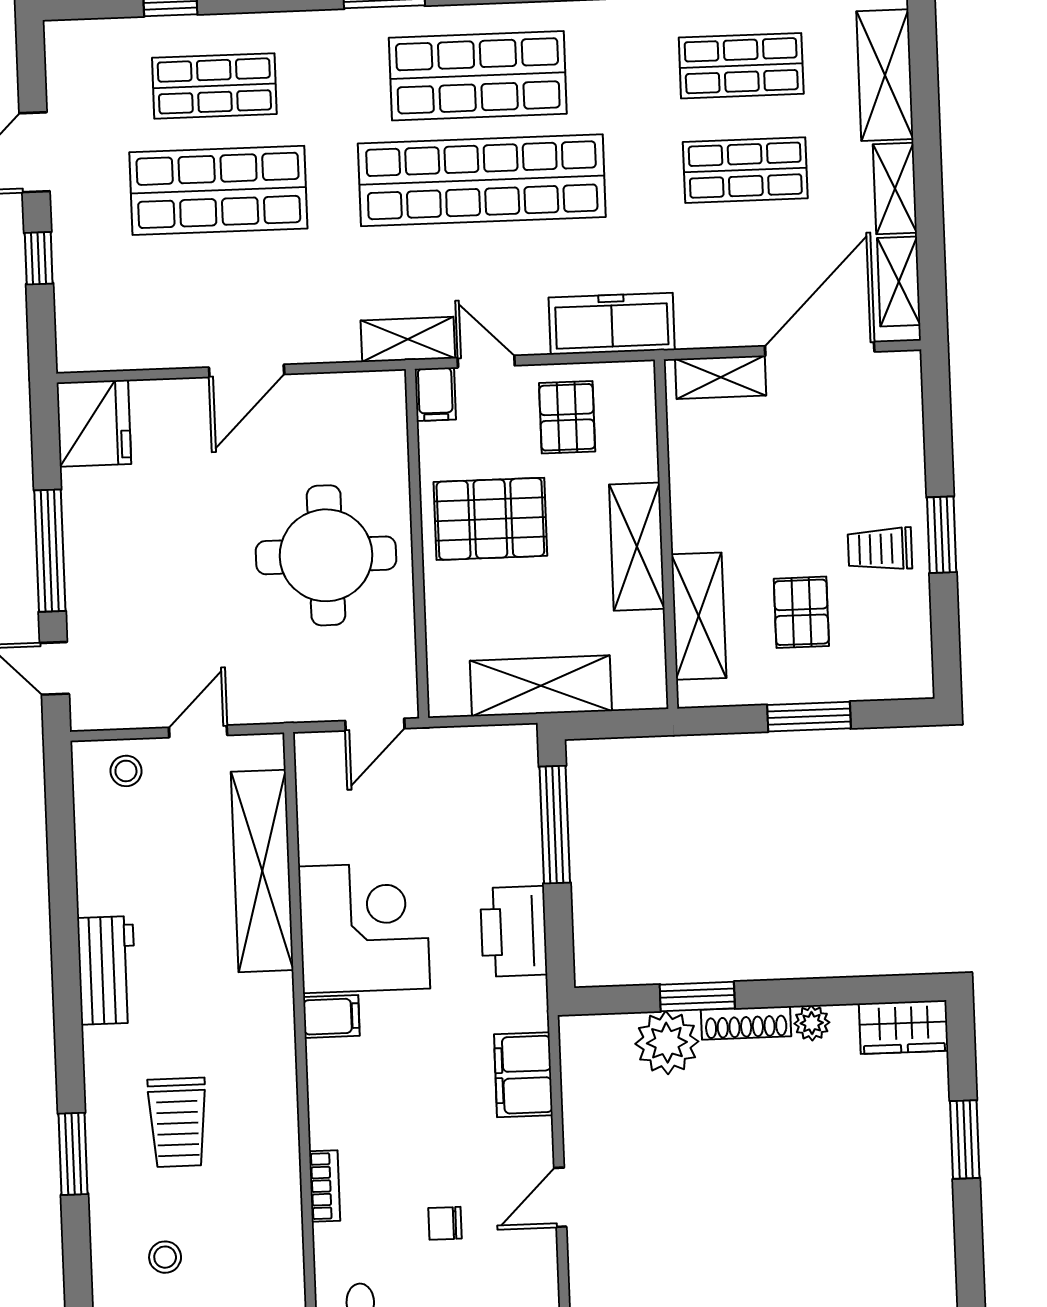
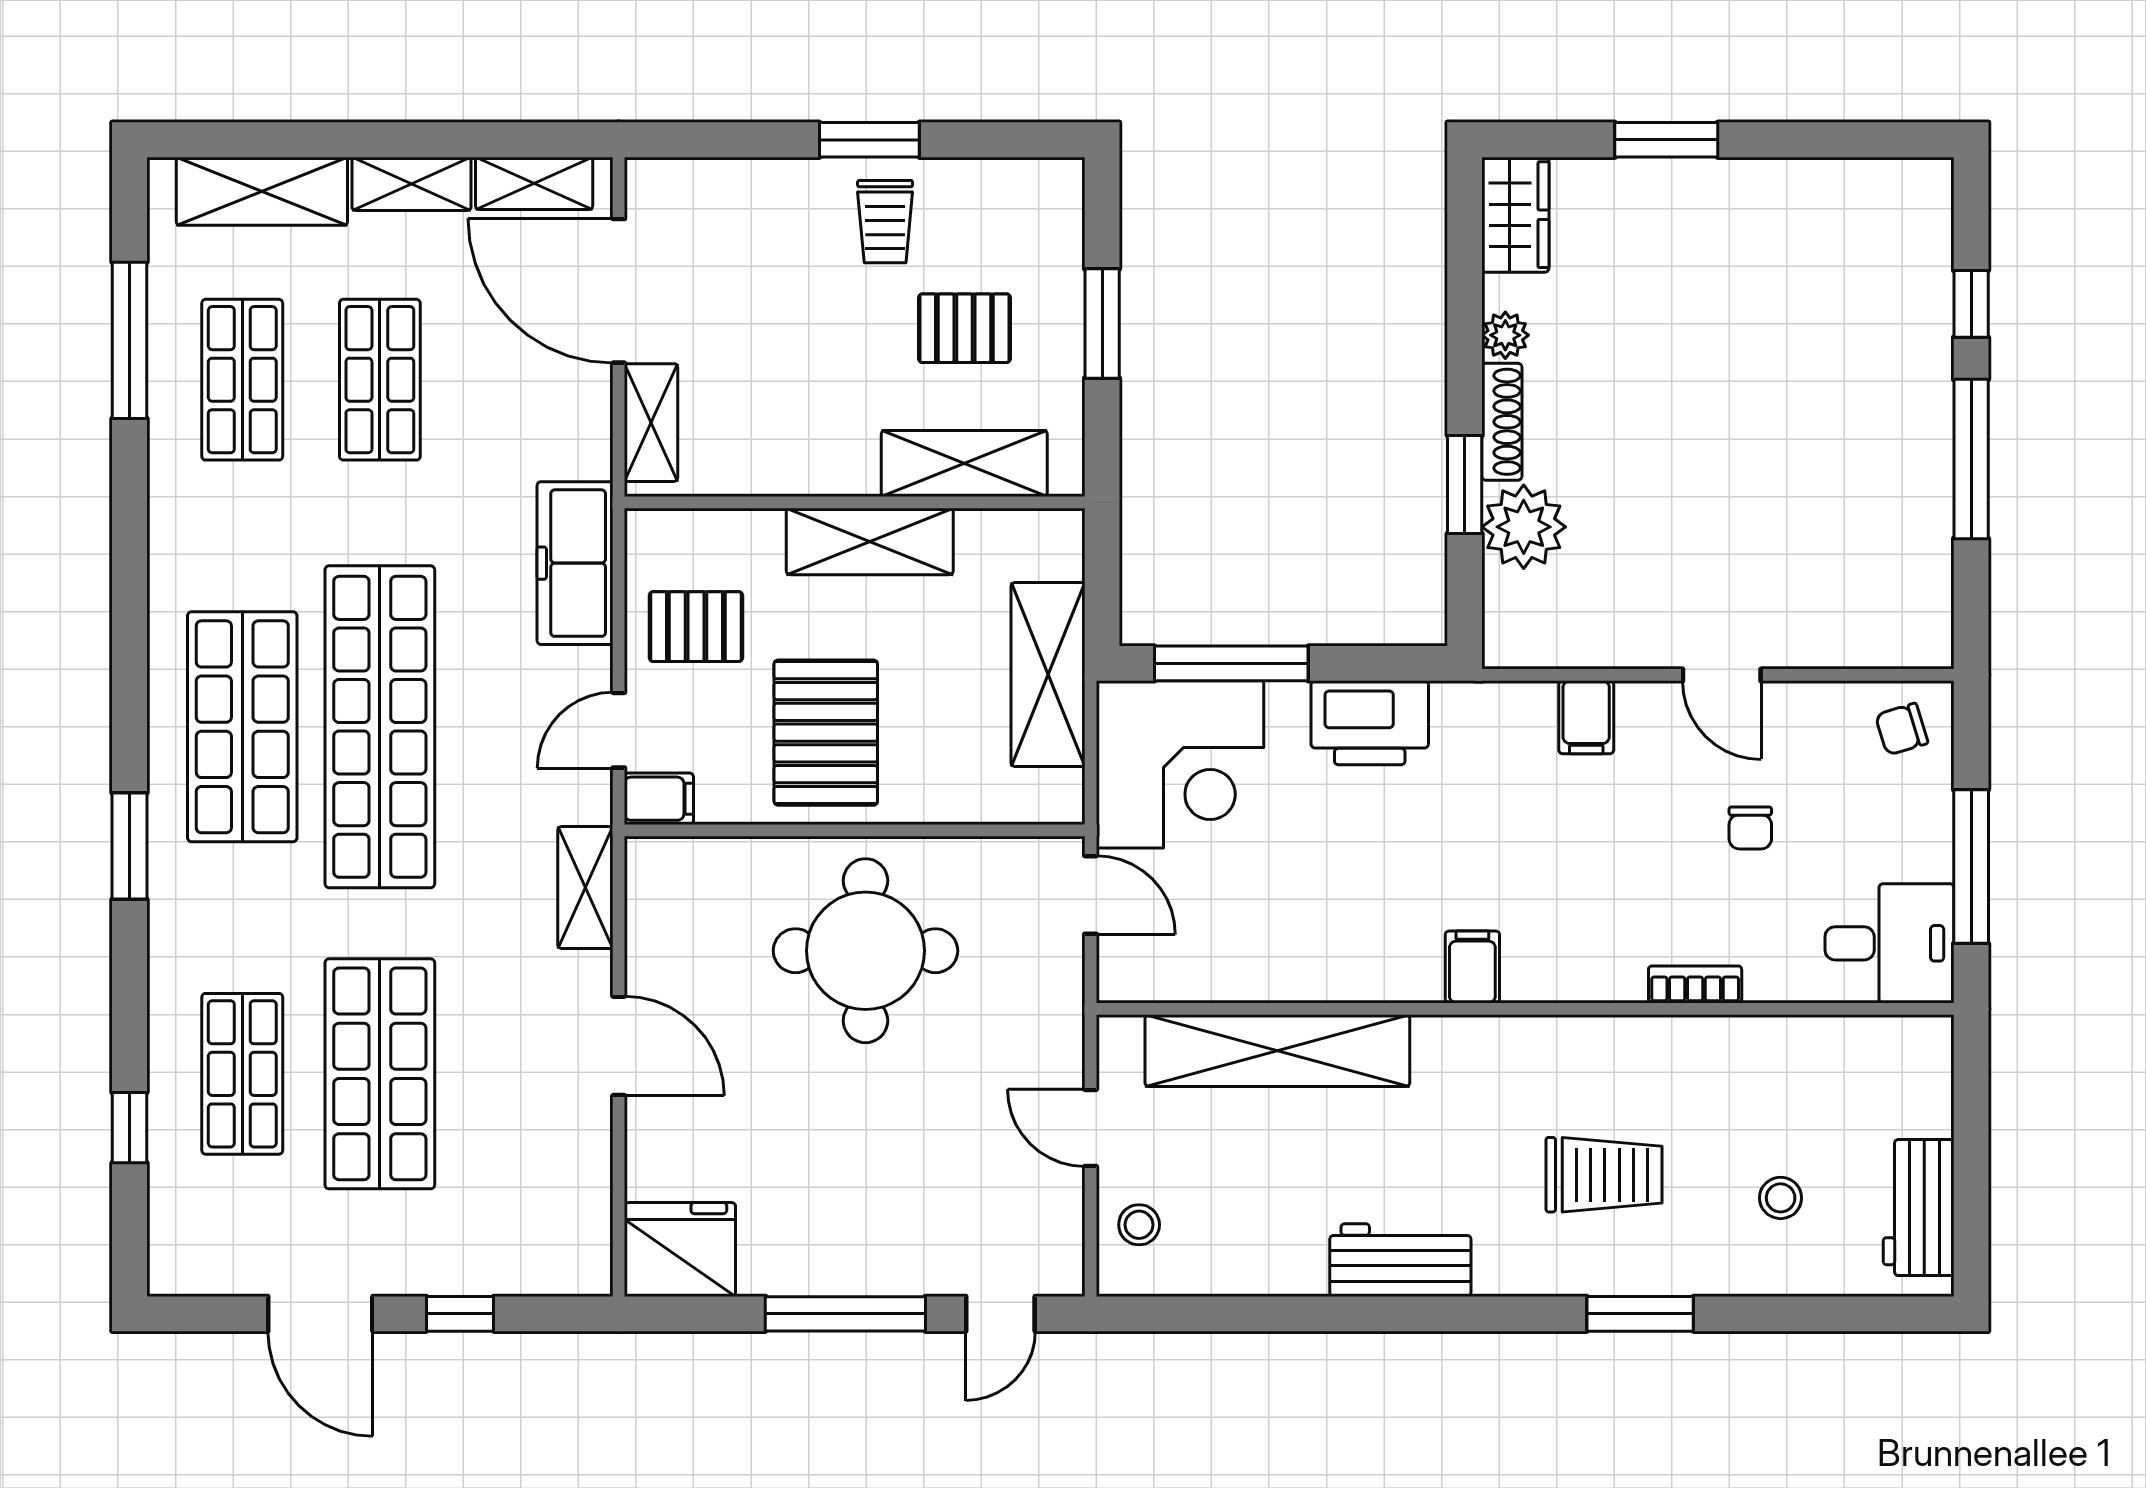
shelving: (408, 339) -> (585, 888), moved
corner desk: (364, 928) -> (1180, 764), moved, turned 180
filing cabinet: (523, 1075) -> (1586, 717), width x0.50

